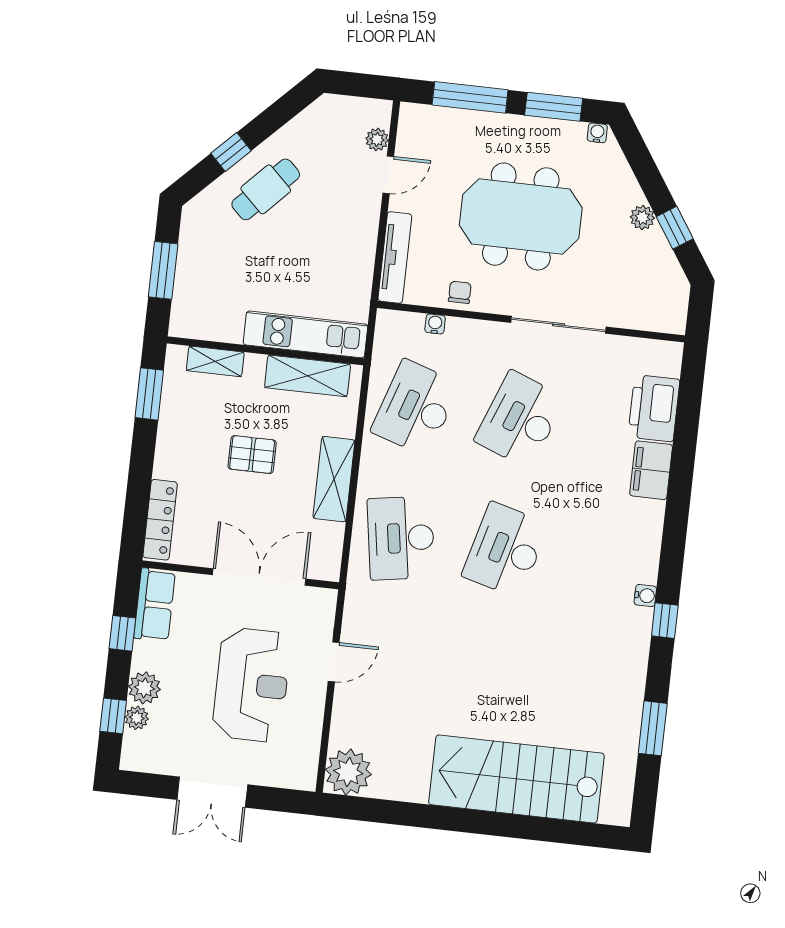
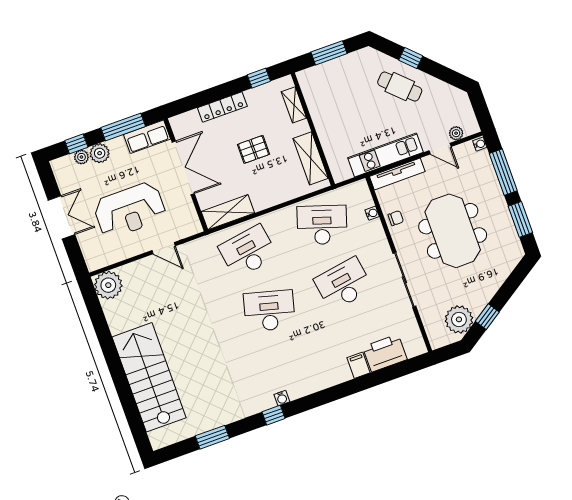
water cooler: (597, 133) -> (480, 144), moved
plant: (642, 218) -> (459, 319), moved, width x1.88, depth x1.88
kitchen unit: (305, 334) -> (386, 155), moved, turned -90
window: (149, 394) -> (259, 78), width x0.67
desk: (520, 419) -> (343, 284), turned -30
pallet: (252, 455) -> (254, 149), turned 90
filing cabinet: (651, 470) -> (359, 365), width x0.50
shelving: (334, 479) -> (228, 212), moved
locker: (160, 520) -> (222, 107), moved
double door: (259, 577) -> (183, 168), moved
window: (122, 633) -> (123, 127), width x2.17
double door: (212, 792) -> (62, 217), swing flipped

